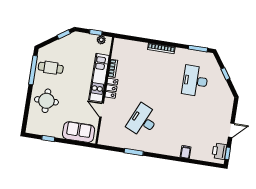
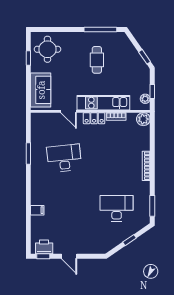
plant: (119, 44) -> (143, 119), added
cafe table: (51, 68) -> (97, 60), moved
round table: (46, 101) -> (47, 49), moved
door: (102, 110) -> (69, 111), swing flipped
desk: (143, 121) -> (64, 158), turned -30

